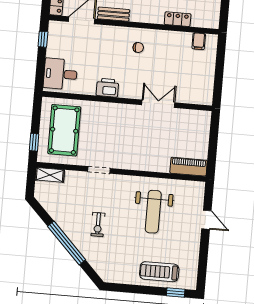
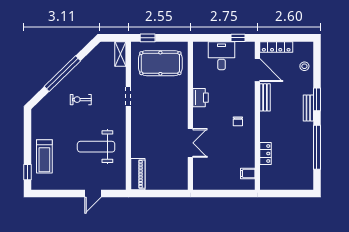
desk: (60, 74) -> (222, 56), moved
treadmill: (159, 272) -> (44, 156), turned 180

